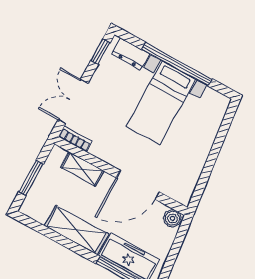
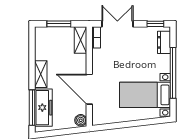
bed with nightstands: (161, 103) -> (145, 95), moved
shelving: (82, 169) -> (81, 40), moved
shelving: (76, 230) -> (41, 74), width x0.67, depth x0.75

